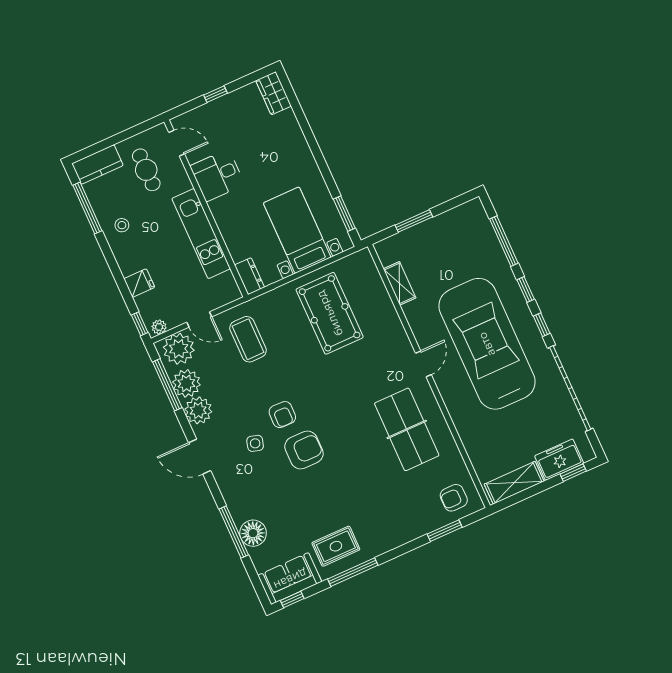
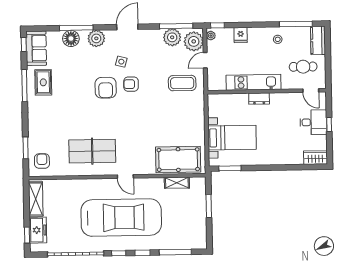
door: (177, 143) -> (311, 90), hinge flipped
desk: (217, 175) -> (313, 122), moved, turned 90
dresser: (249, 276) -> (259, 99), moved
pool table: (330, 313) -> (178, 160), moved
plant: (198, 410) -> (96, 38), moved

